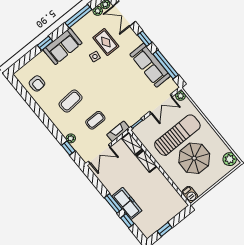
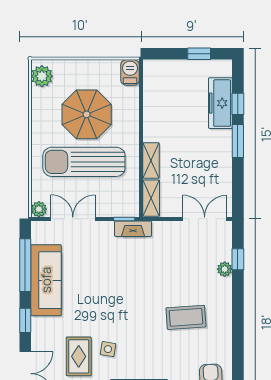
coffee table: (95, 120) -> (174, 267), removed
fireplace: (118, 131) -> (133, 229), moved
freezer: (127, 203) -> (220, 103), moved

